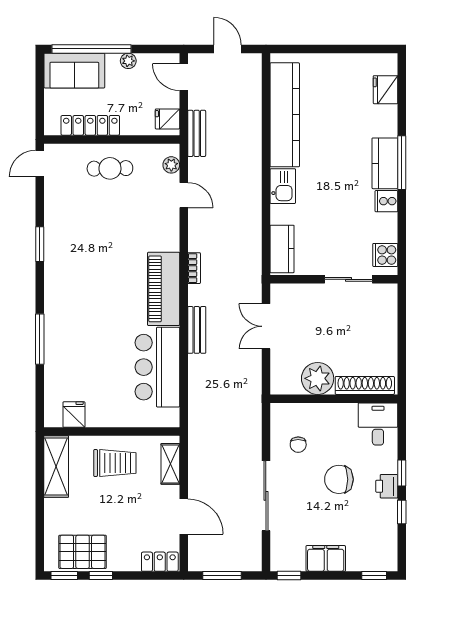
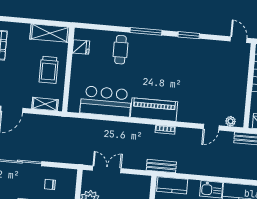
cafe table: (110, 168) -> (120, 50), moved
double door: (266, 326) -> (107, 169), moved
bench: (197, 330) -> (161, 166), moved
window: (40, 339) -> (146, 31), moved

